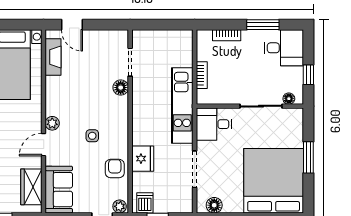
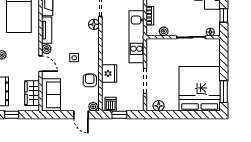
tv unit: (52, 96) -> (47, 30), added
plant: (221, 98) -> (164, 31), added
desk: (214, 124) -> (158, 50), removed
door: (44, 145) -> (40, 64), swing flipped
window: (308, 157) -> (224, 92), moved

